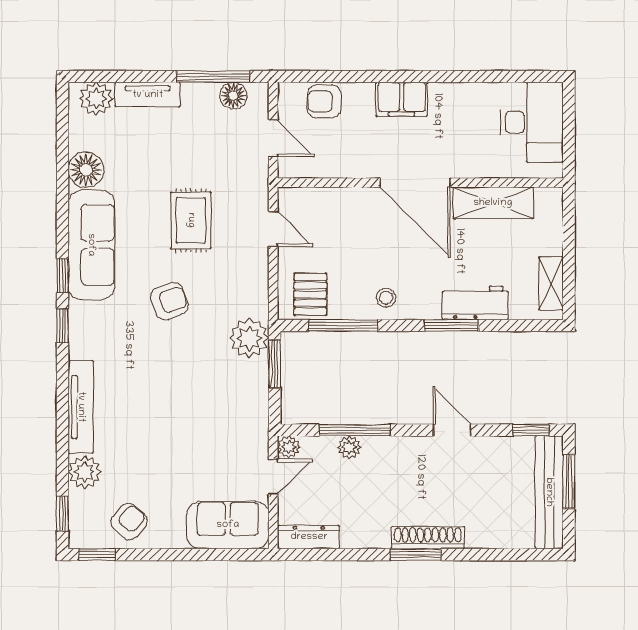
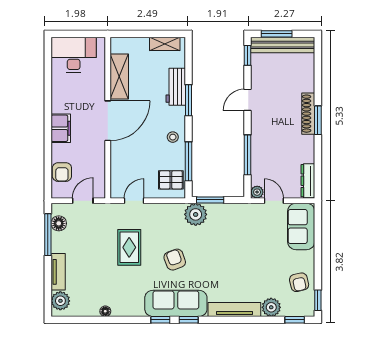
floor lamp: (86, 170) -> (105, 311), width x0.53, depth x0.53
rug: (191, 220) -> (129, 247), turned 90
sofa: (91, 245) -> (176, 303), moved
plant: (349, 447) -> (257, 158), removed
armchair: (129, 521) -> (299, 282), turned -145

